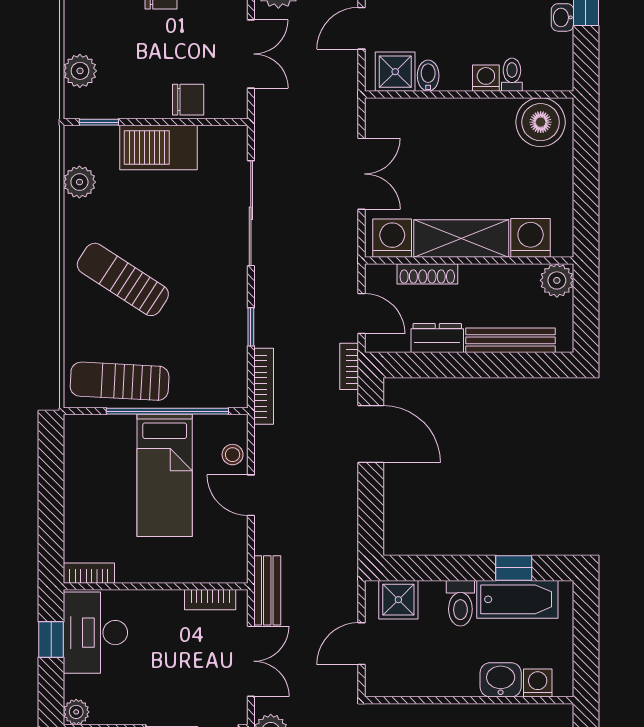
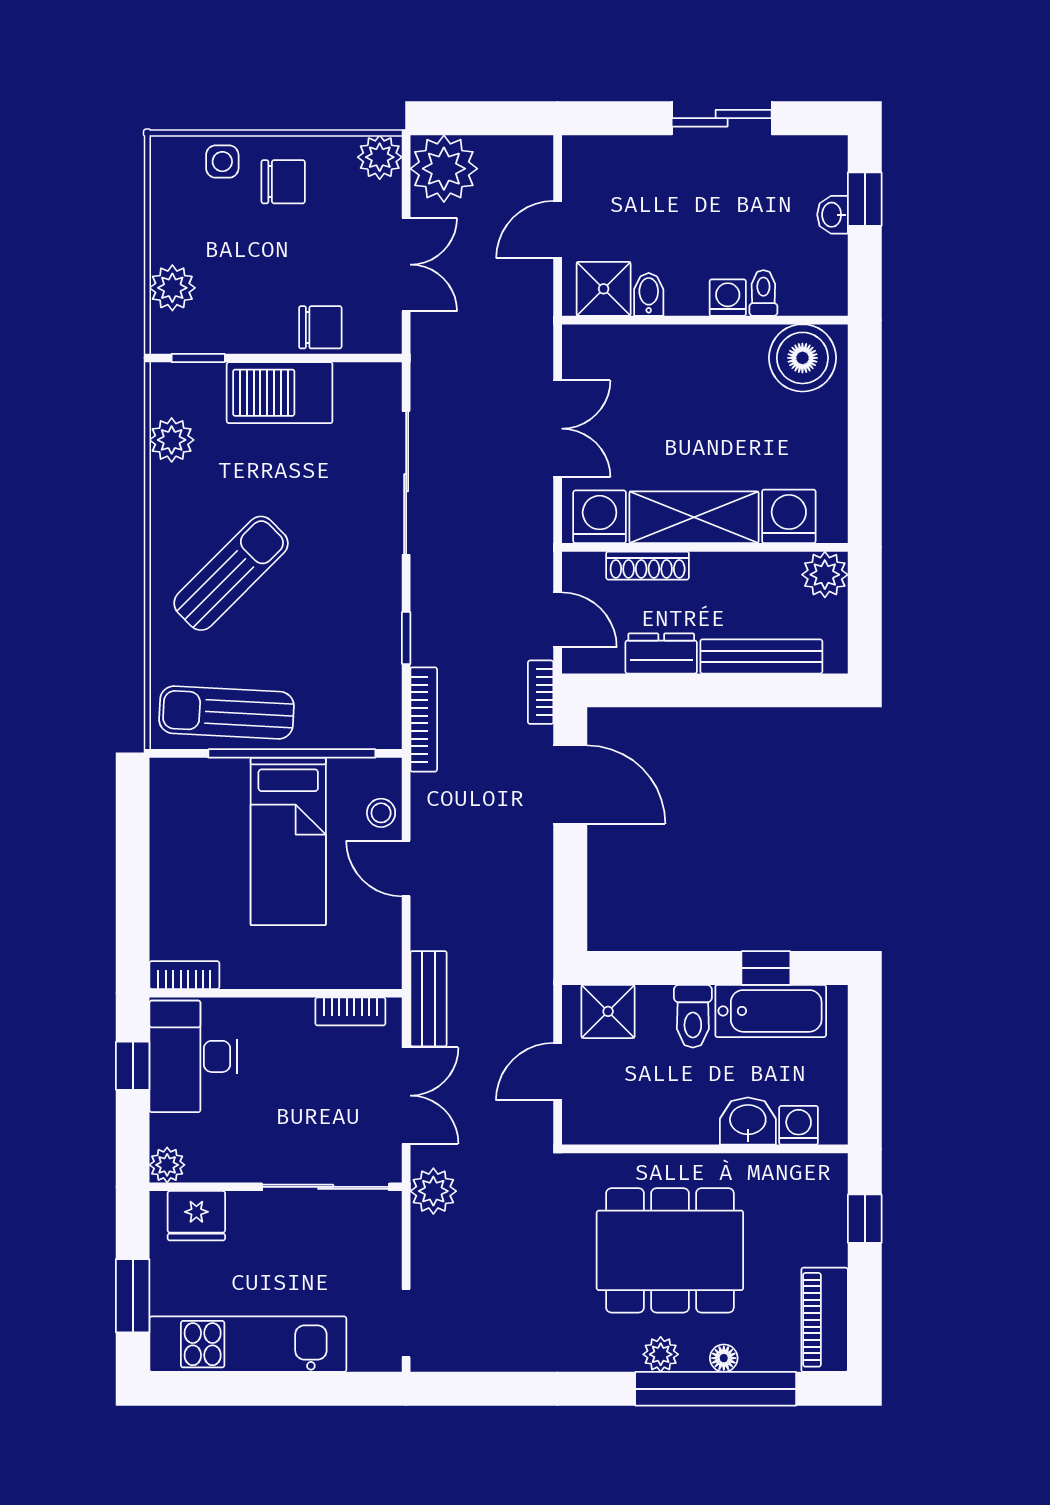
sun lounger: (123, 279) -> (231, 573), turned 102

